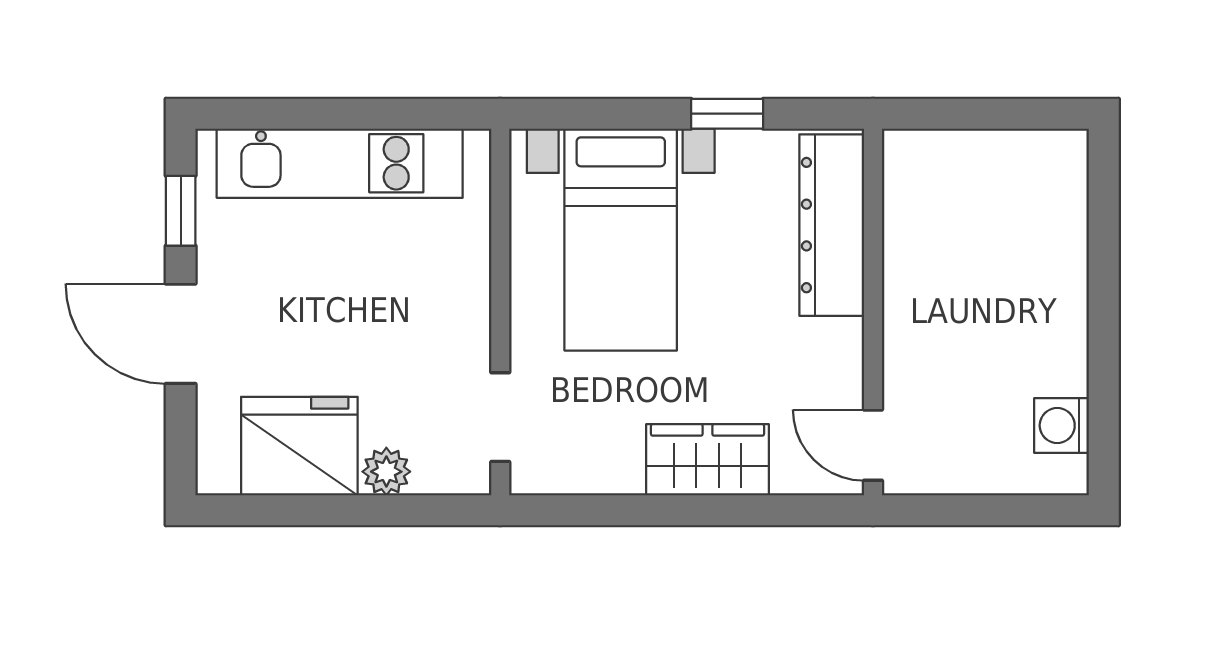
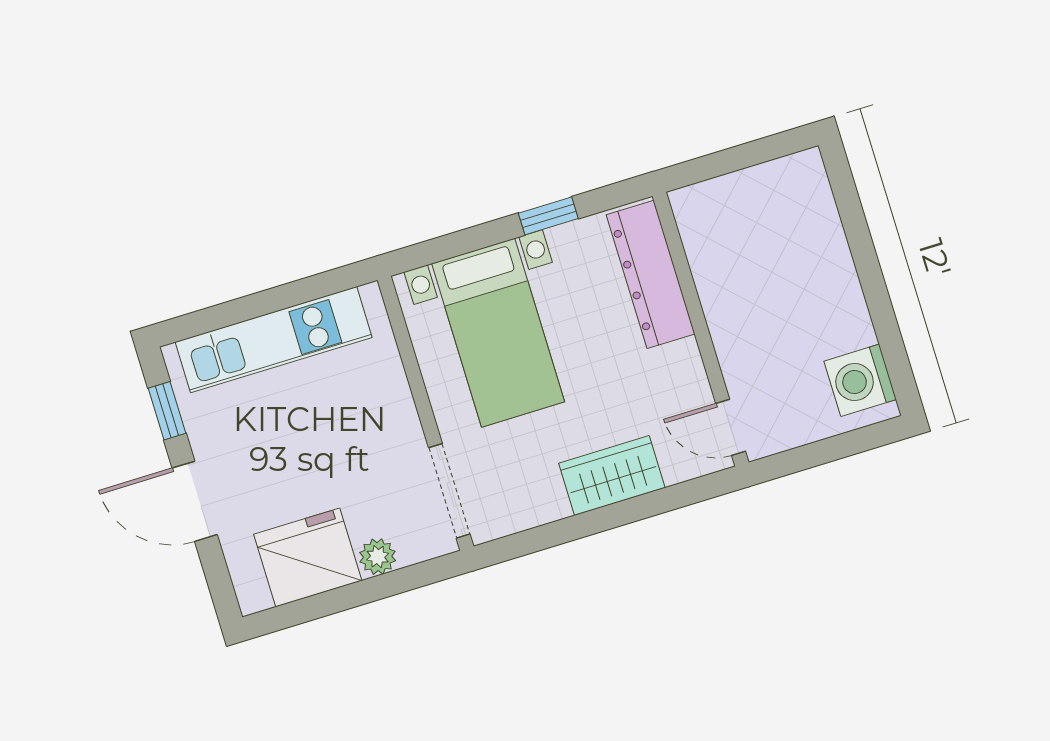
doorway: (500, 417) -> (449, 491), width x1.38
washing machine: (1062, 425) -> (860, 380), width x1.38, depth x1.38

